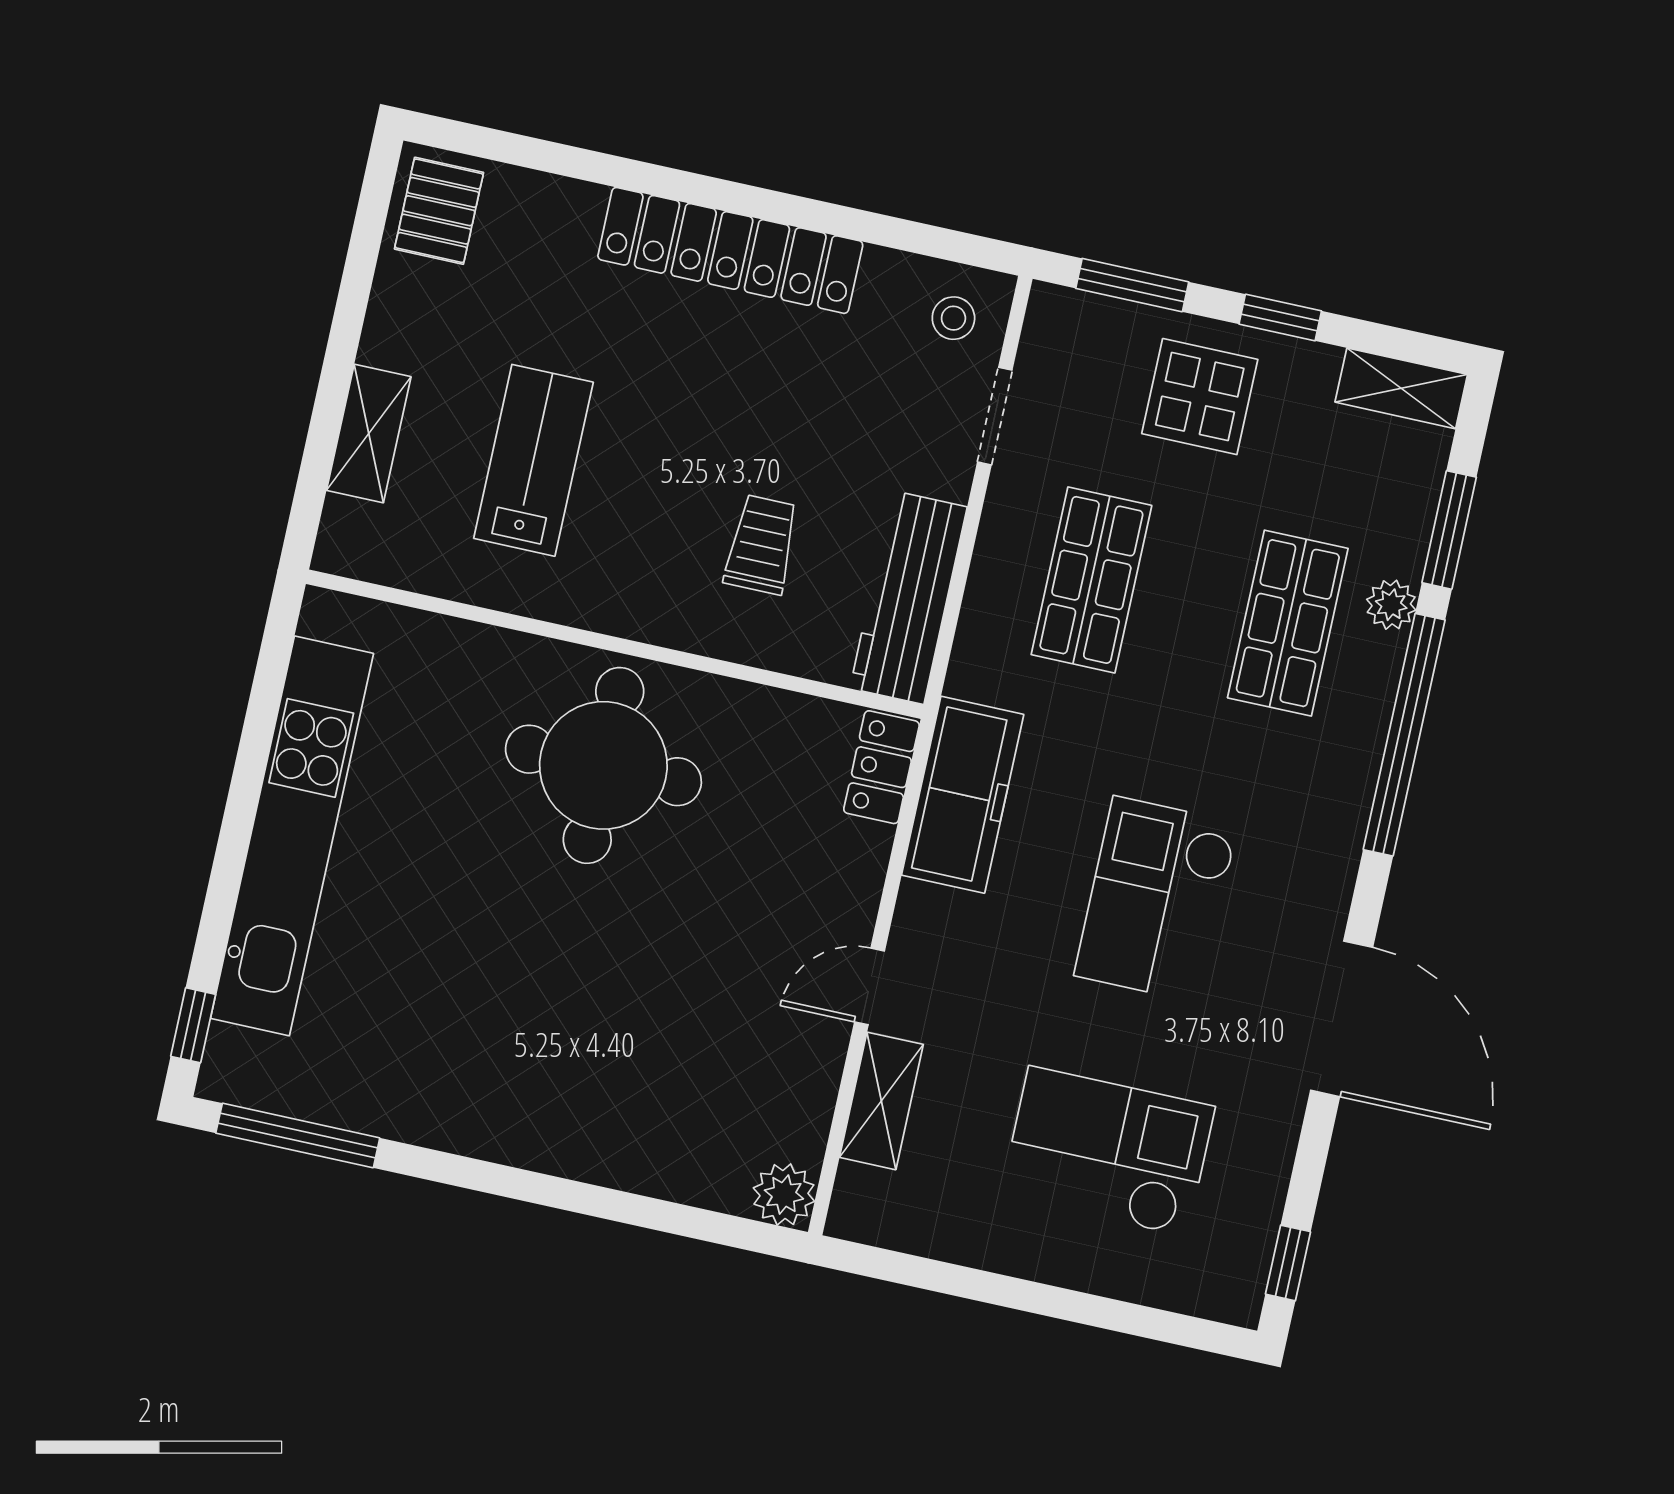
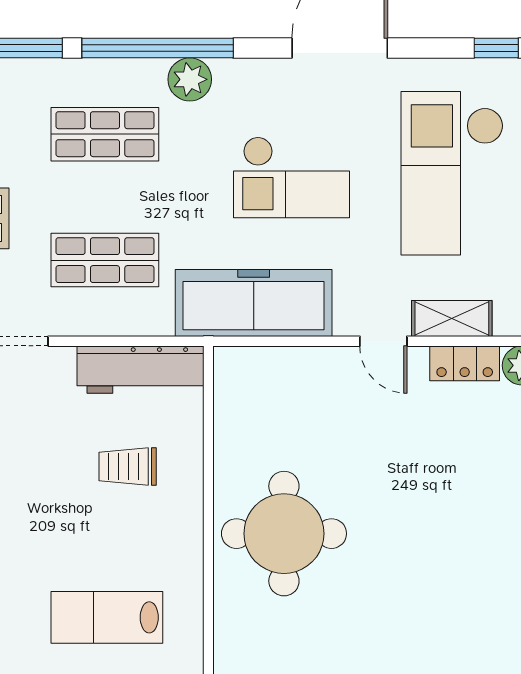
plant: (1391, 605) -> (190, 79), moved, width x1.38, depth x1.38
locker: (881, 767) -> (465, 363), moved
freezer: (963, 795) -> (254, 303), width x1.36, depth x1.26
checkout: (1108, 1152) -> (452, 173), width x1.36, depth x1.21

